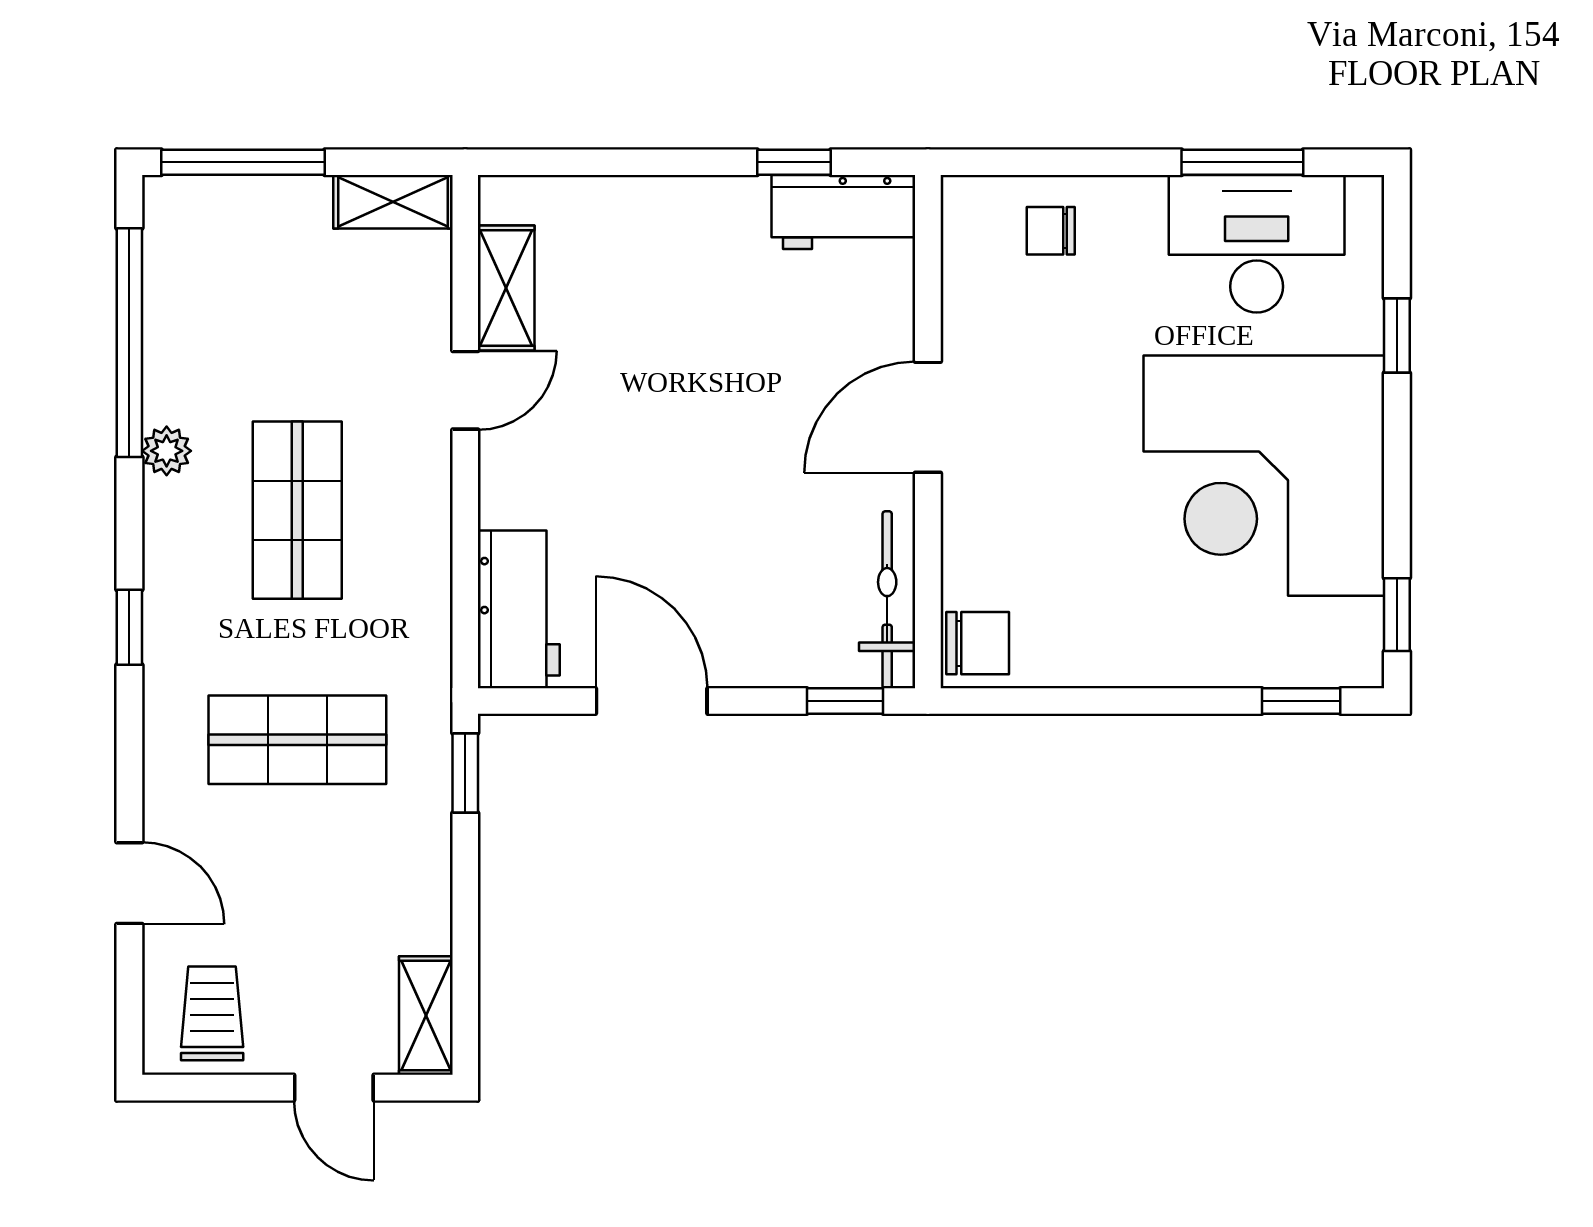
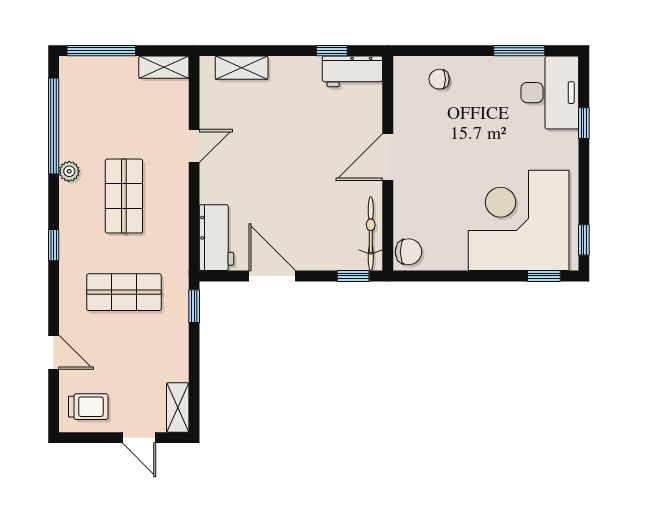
desk: (1257, 244) -> (550, 93), moved, turned 90
shelving: (506, 288) -> (242, 68), moved, turned 90
corner desk: (1264, 476) -> (519, 220), moved, turned 90
trolley: (212, 1013) -> (88, 407), turned 90

